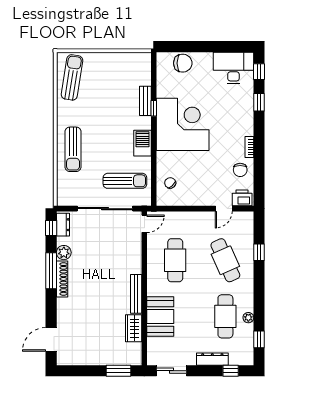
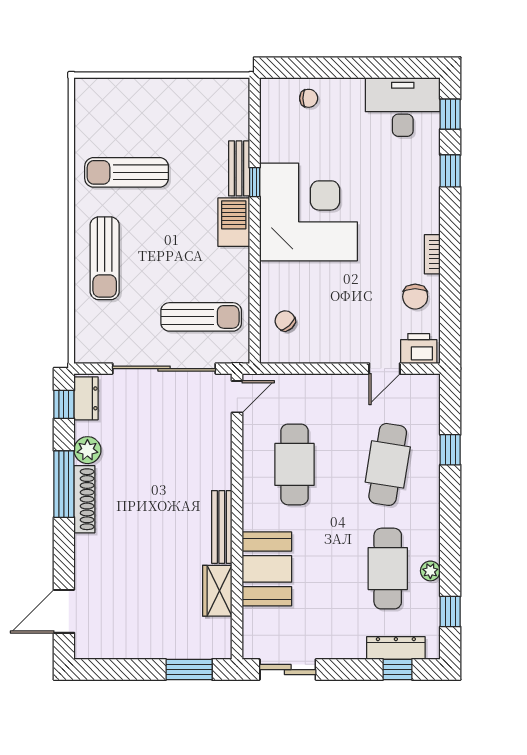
chair: (183, 63) -> (309, 98), width x0.54, depth x0.54
sun lounger: (72, 77) -> (127, 172), moved, turned -99
barbecue: (143, 143) -> (234, 222), moved
cafe table: (225, 260) -> (388, 464), turned 33
dresser: (212, 359) -> (396, 648), moved

